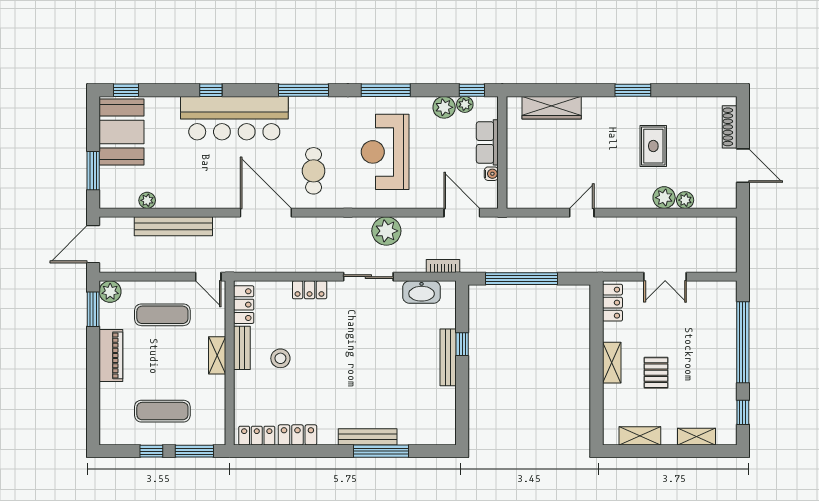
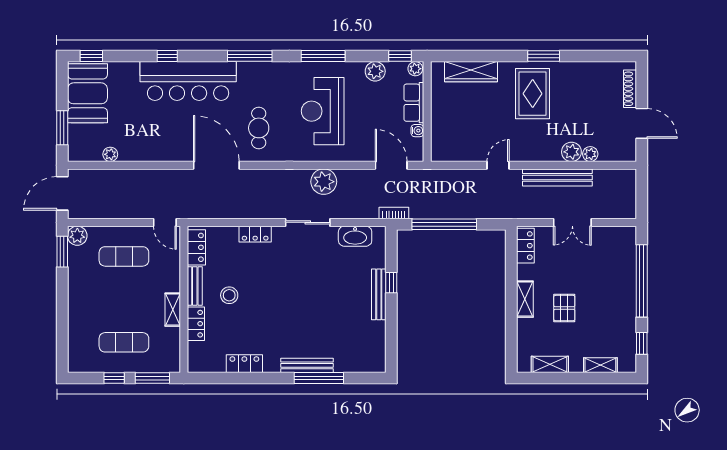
plant: (465, 104) -> (415, 69), moved
rug: (653, 146) -> (533, 94), moved, width x1.36, depth x1.43
bench: (173, 226) -> (557, 177), moved
bookcase: (443, 266) -> (394, 213), moved
piano: (111, 355) -> (78, 293), removed
shelving: (217, 355) -> (173, 310), moved
locker: (257, 436) -> (196, 324), moved, turned 90

